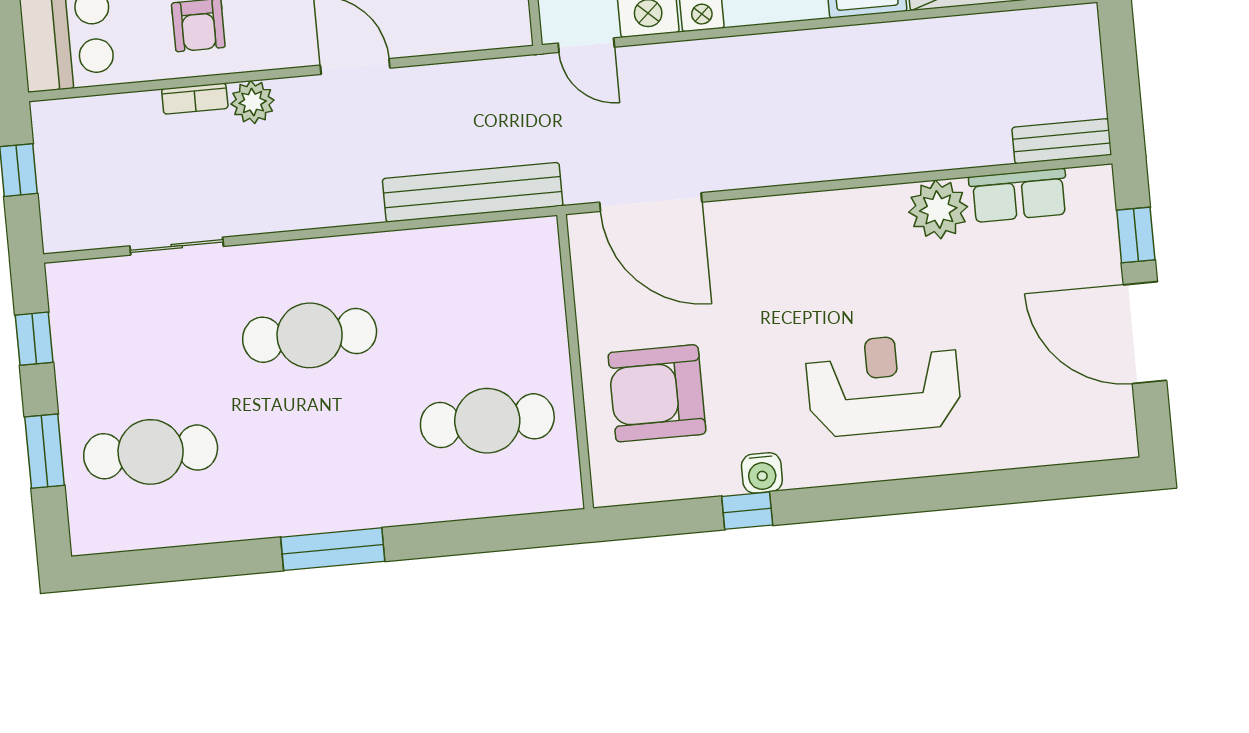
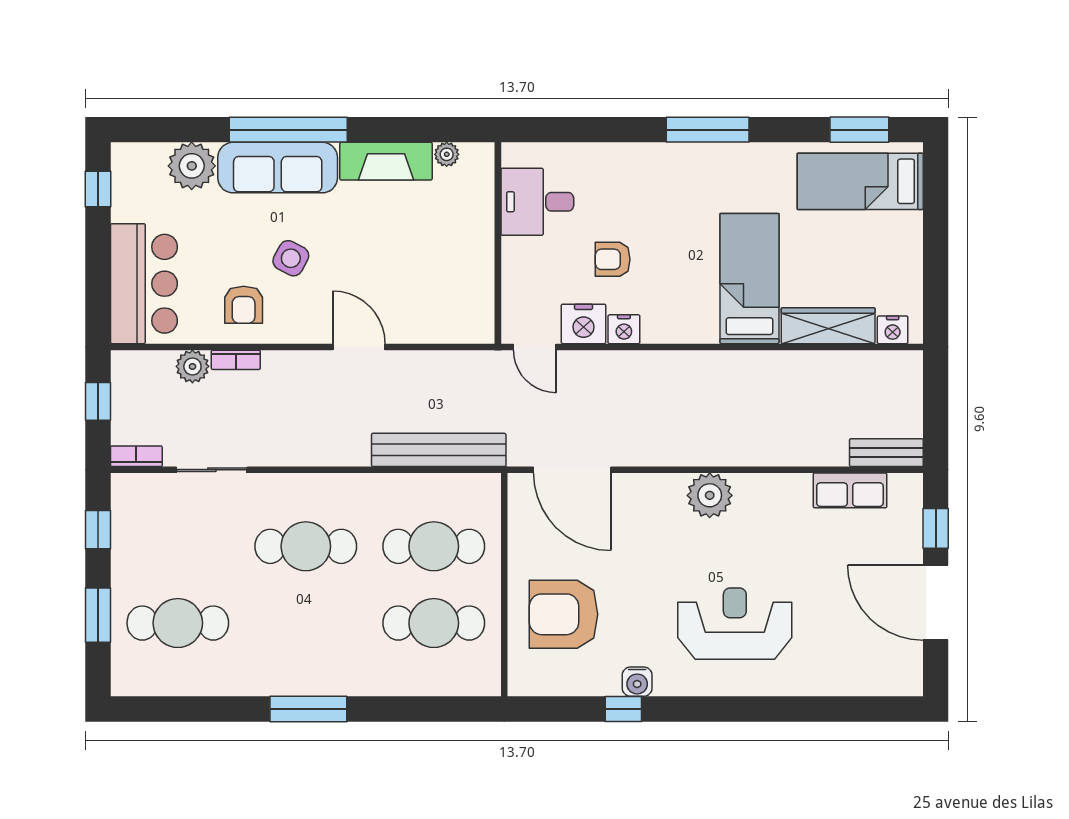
plant: (253, 102) -> (192, 366), moved
plant: (938, 209) -> (710, 495), moved
bookcase: (76, 238) -> (136, 456), added
cafe table: (478, 320) -> (434, 546), added

